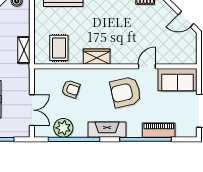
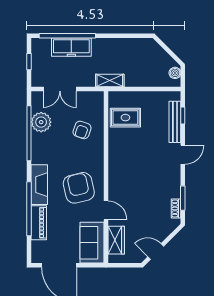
door: (186, 19) -> (156, 252), hinge flipped
shelving: (24, 50) -> (110, 81), moved
wardrobe: (97, 57) -> (116, 240), moved
fireplace: (107, 130) -> (39, 185), moved

